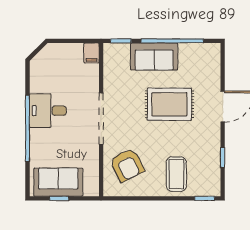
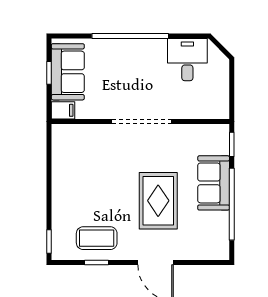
filing cabinet: (92, 53) -> (63, 110), moved, turned 180
desk: (48, 111) -> (187, 60), moved
armchair: (127, 165) -> (88, 152), removed
coffee table: (176, 174) -> (97, 238), moved

